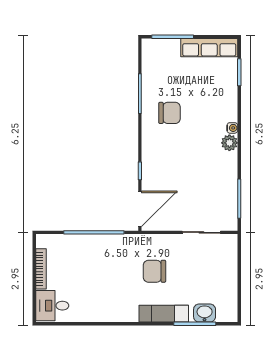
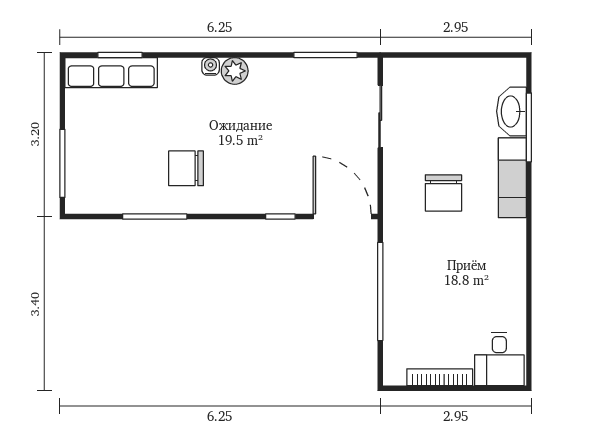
row of seats: (209, 48) -> (111, 73), moved, turned 90
chair: (170, 113) -> (186, 168), turned -90
washbasin: (205, 313) -> (511, 111), width x1.38

